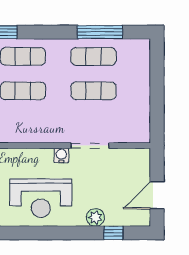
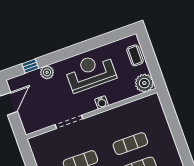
water cooler: (61, 155) -> (102, 102), moved

